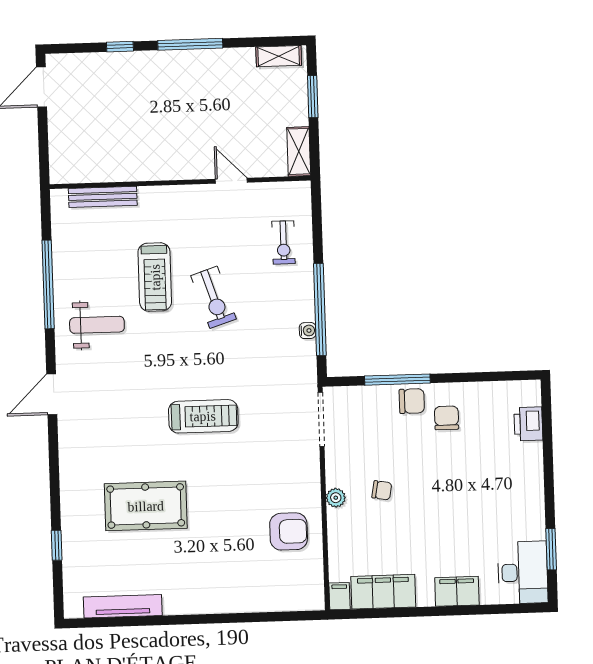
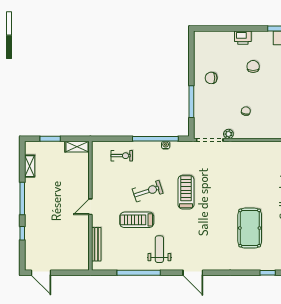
shelving: (279, 56) -> (30, 166), moved
door: (231, 181) -> (90, 207), moved
treadmill: (155, 277) -> (137, 220), turned 180
chair: (412, 401) -> (253, 66), moved
treadmill: (203, 416) -> (186, 192), moved
printer: (528, 424) -> (243, 38), moved
plant: (336, 498) -> (228, 134), moved
armchair: (289, 531) -> (265, 158), removed

